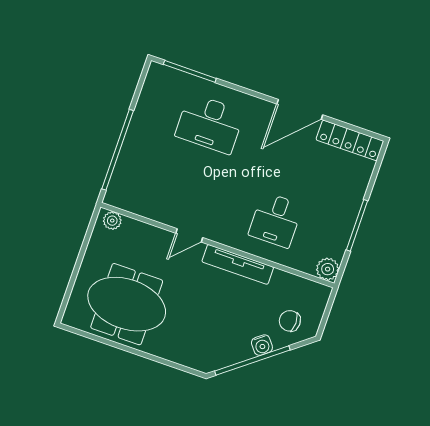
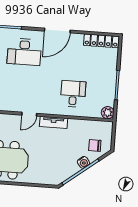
door: (300, 109) -> (57, 31), moved
desk: (276, 220) -> (73, 94), turned 180
tv unit: (238, 264) -> (54, 122), width x0.71

